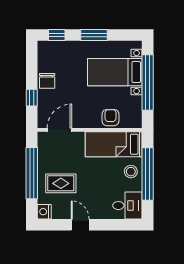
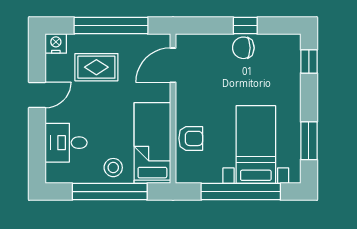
window: (94, 35) -> (309, 141), moved
window: (32, 98) -> (245, 26), moved
door: (59, 130) -> (173, 65), swing flipped
rug: (61, 183) -> (96, 67), turned 90
desk: (127, 206) -> (66, 143), moved, turned 90

